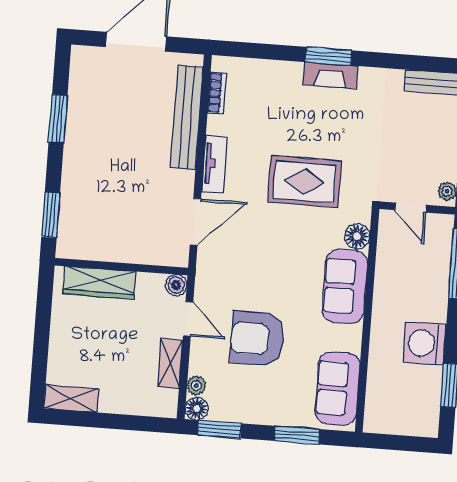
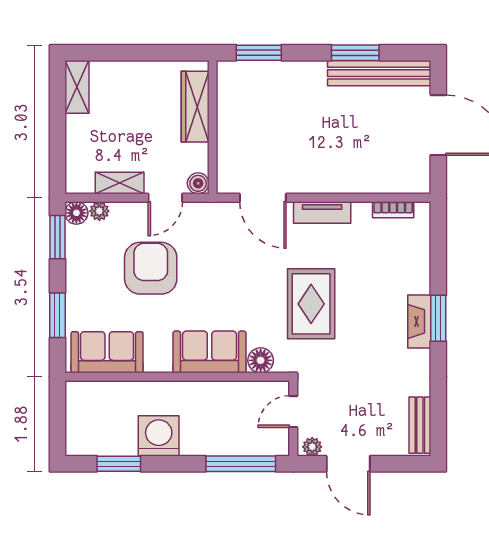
bench: (187, 117) -> (379, 73), moved

